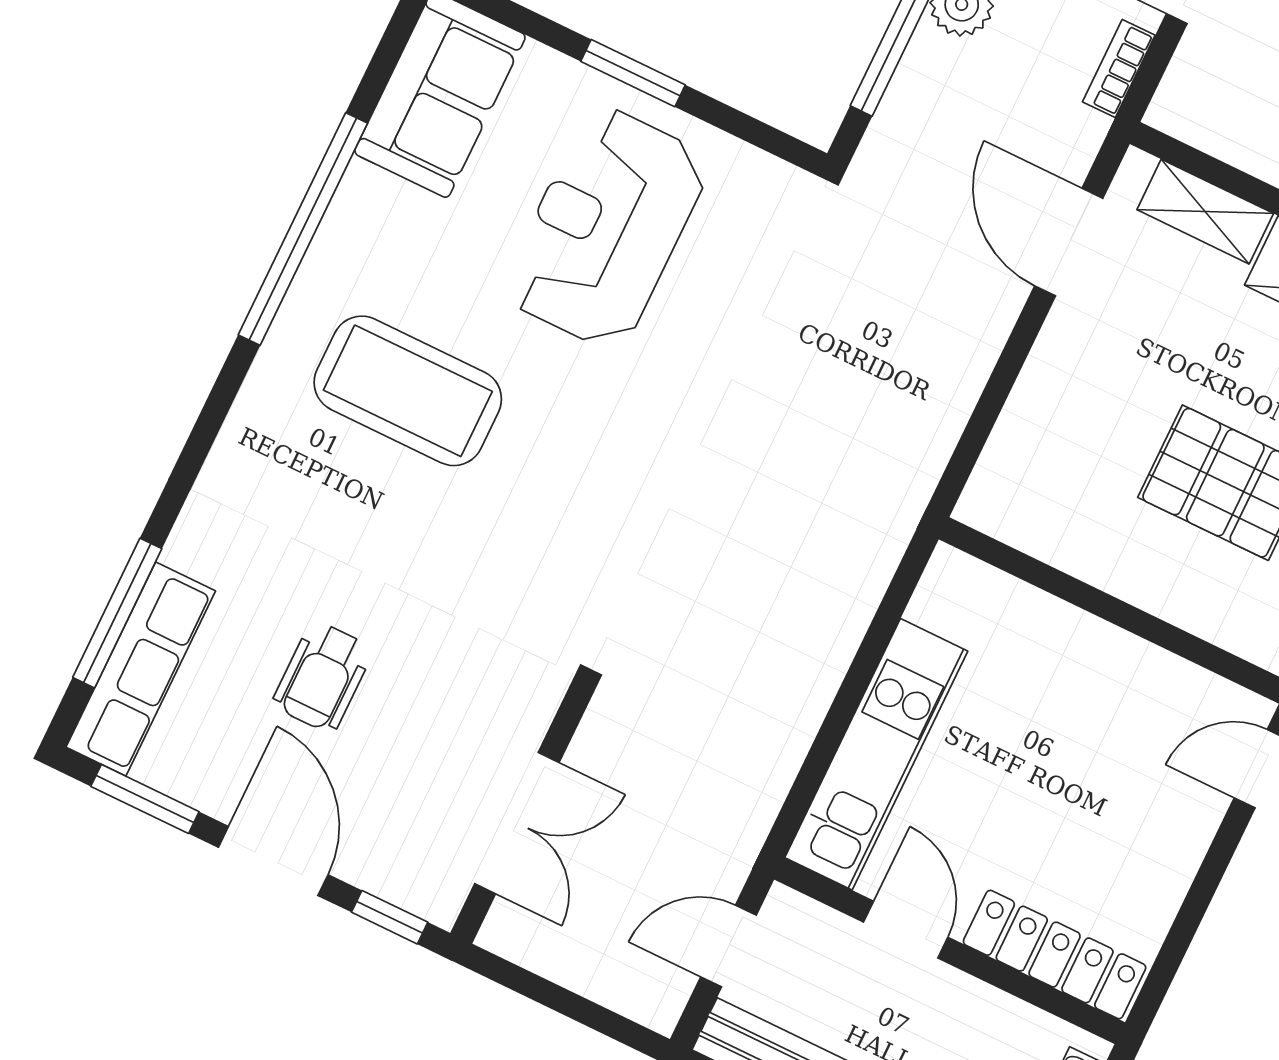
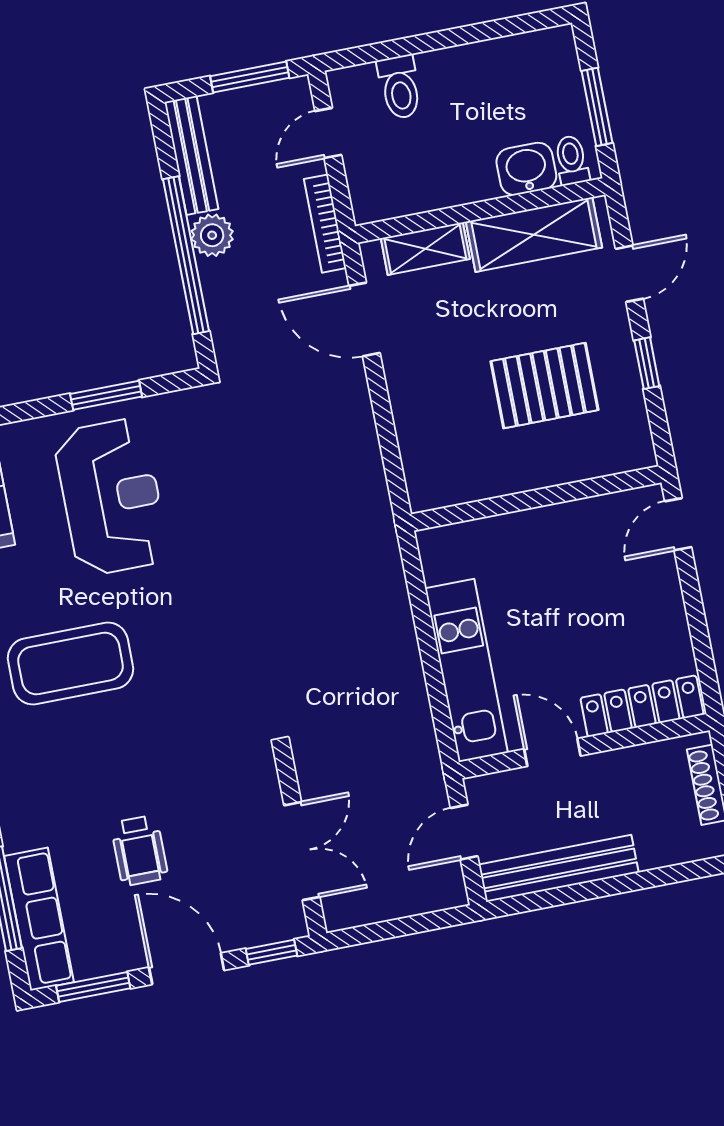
bookcase: (1119, 68) -> (325, 224), width x1.56
window: (633, 73) -> (106, 395), moved
reception desk: (606, 228) -> (111, 497), turned 180

